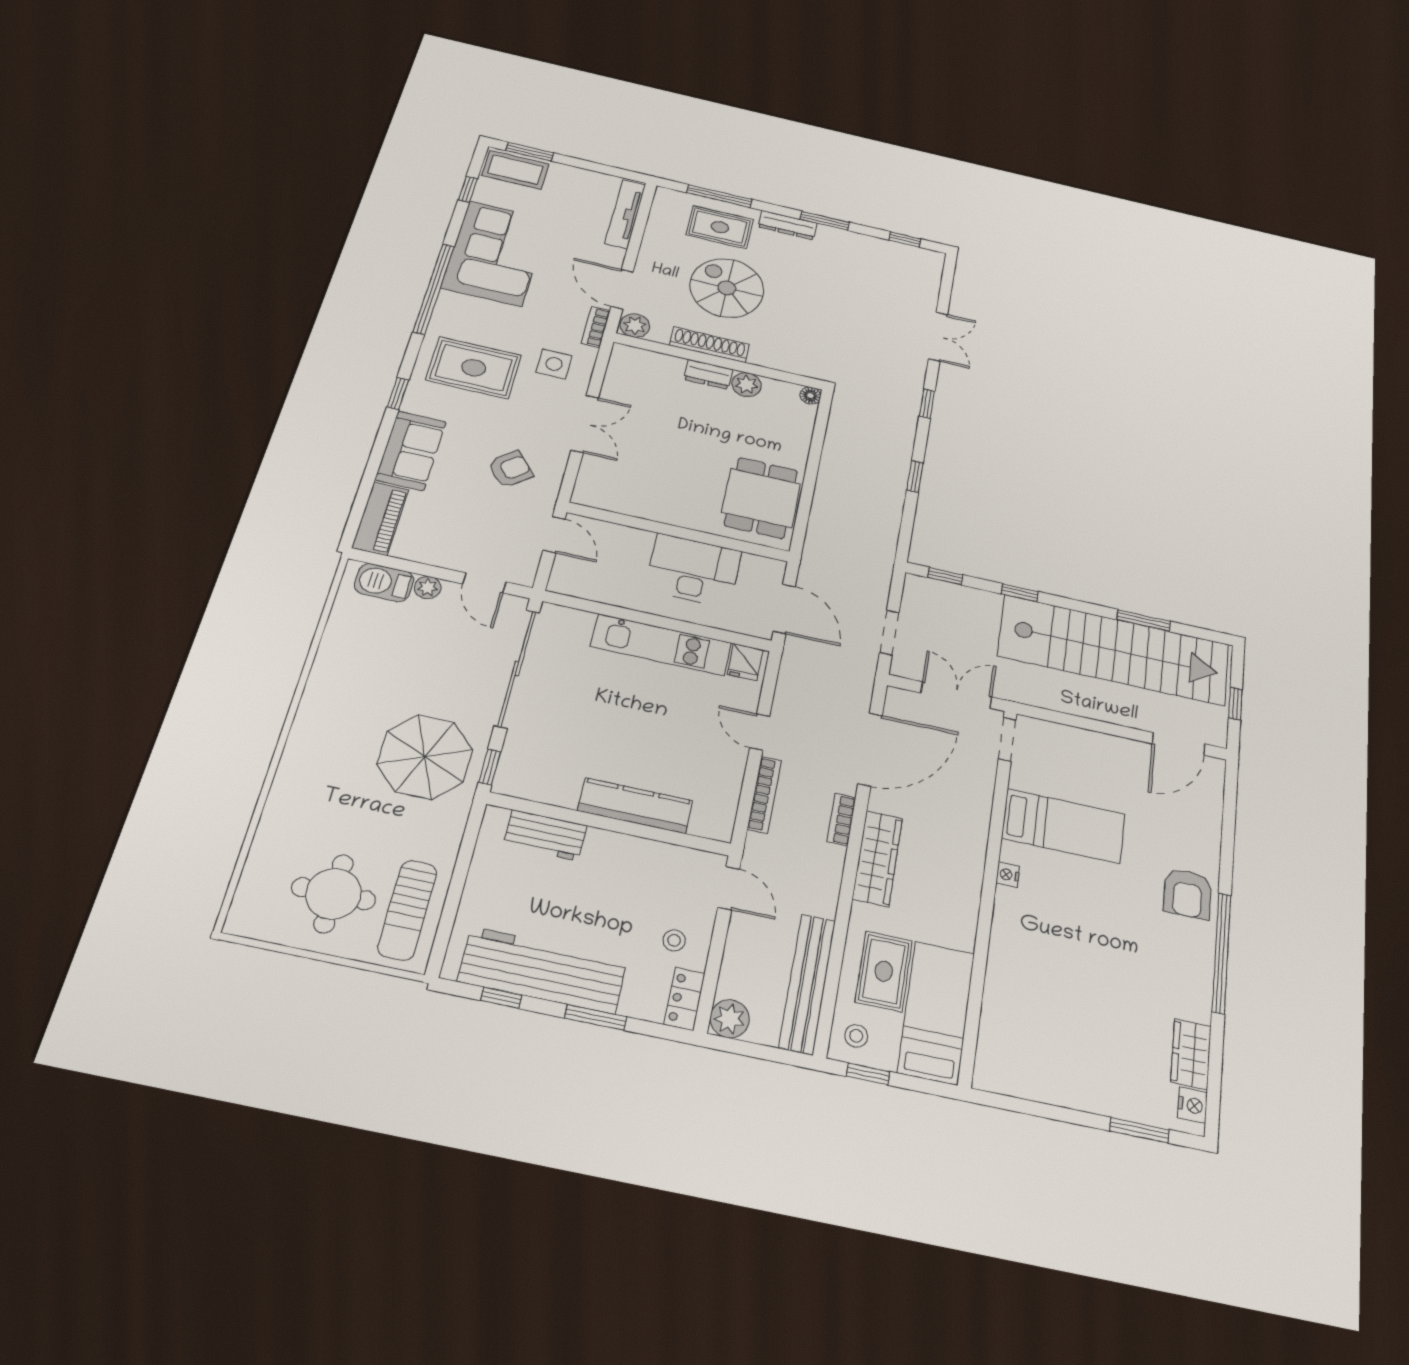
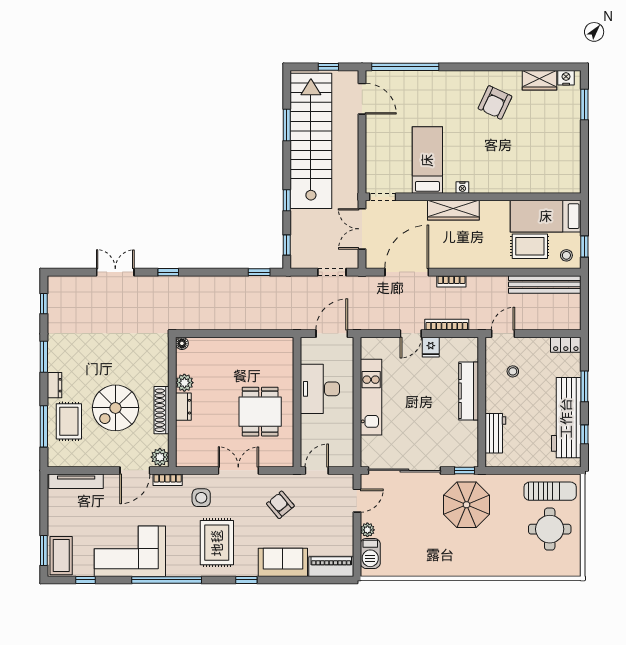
dresser: (788, 225) -> (55, 385), width x0.70
window: (915, 477) -> (259, 272), moved
dining table: (761, 498) -> (260, 412), moved, turned 90
fridge: (745, 662) -> (431, 347), moved, turned 90
door: (870, 749) -> (407, 272), hinge flipped
wardrobe: (877, 858) -> (453, 210), moved, turned 180
armchair: (1188, 894) -> (495, 102), moved, turned 115
stool: (674, 940) -> (513, 371), moved
window: (1222, 953) -> (405, 67), moved
plant: (730, 1019) -> (571, 320), removed

